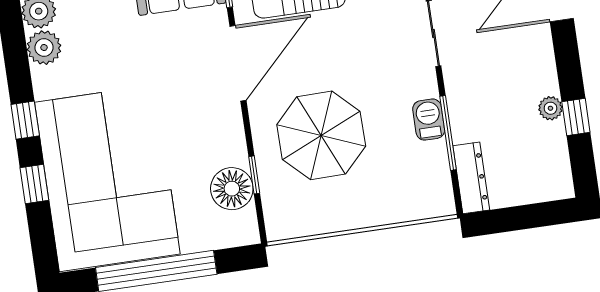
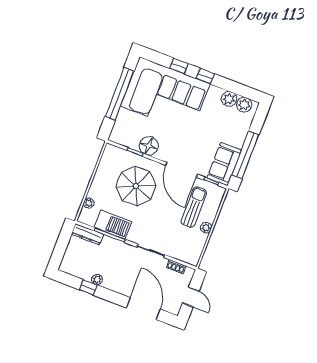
barbecue: (429, 120) -> (113, 225), width x1.88, depth x1.53
floor lamp: (232, 189) -> (149, 146), moved
plant: (408, 210) -> (89, 203), added

